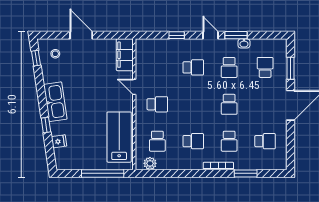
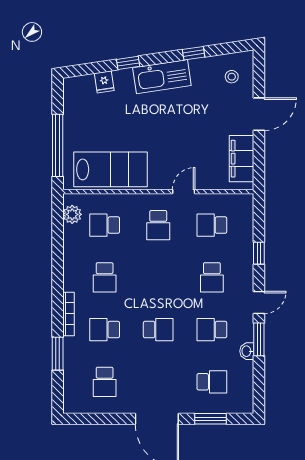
filing cabinet: (125, 55) -> (242, 159), moved, turned -90
window: (36, 58) -> (194, 53), moved
school desk: (157, 67) -> (212, 225), added
school desk: (229, 104) -> (158, 330), turned 180

